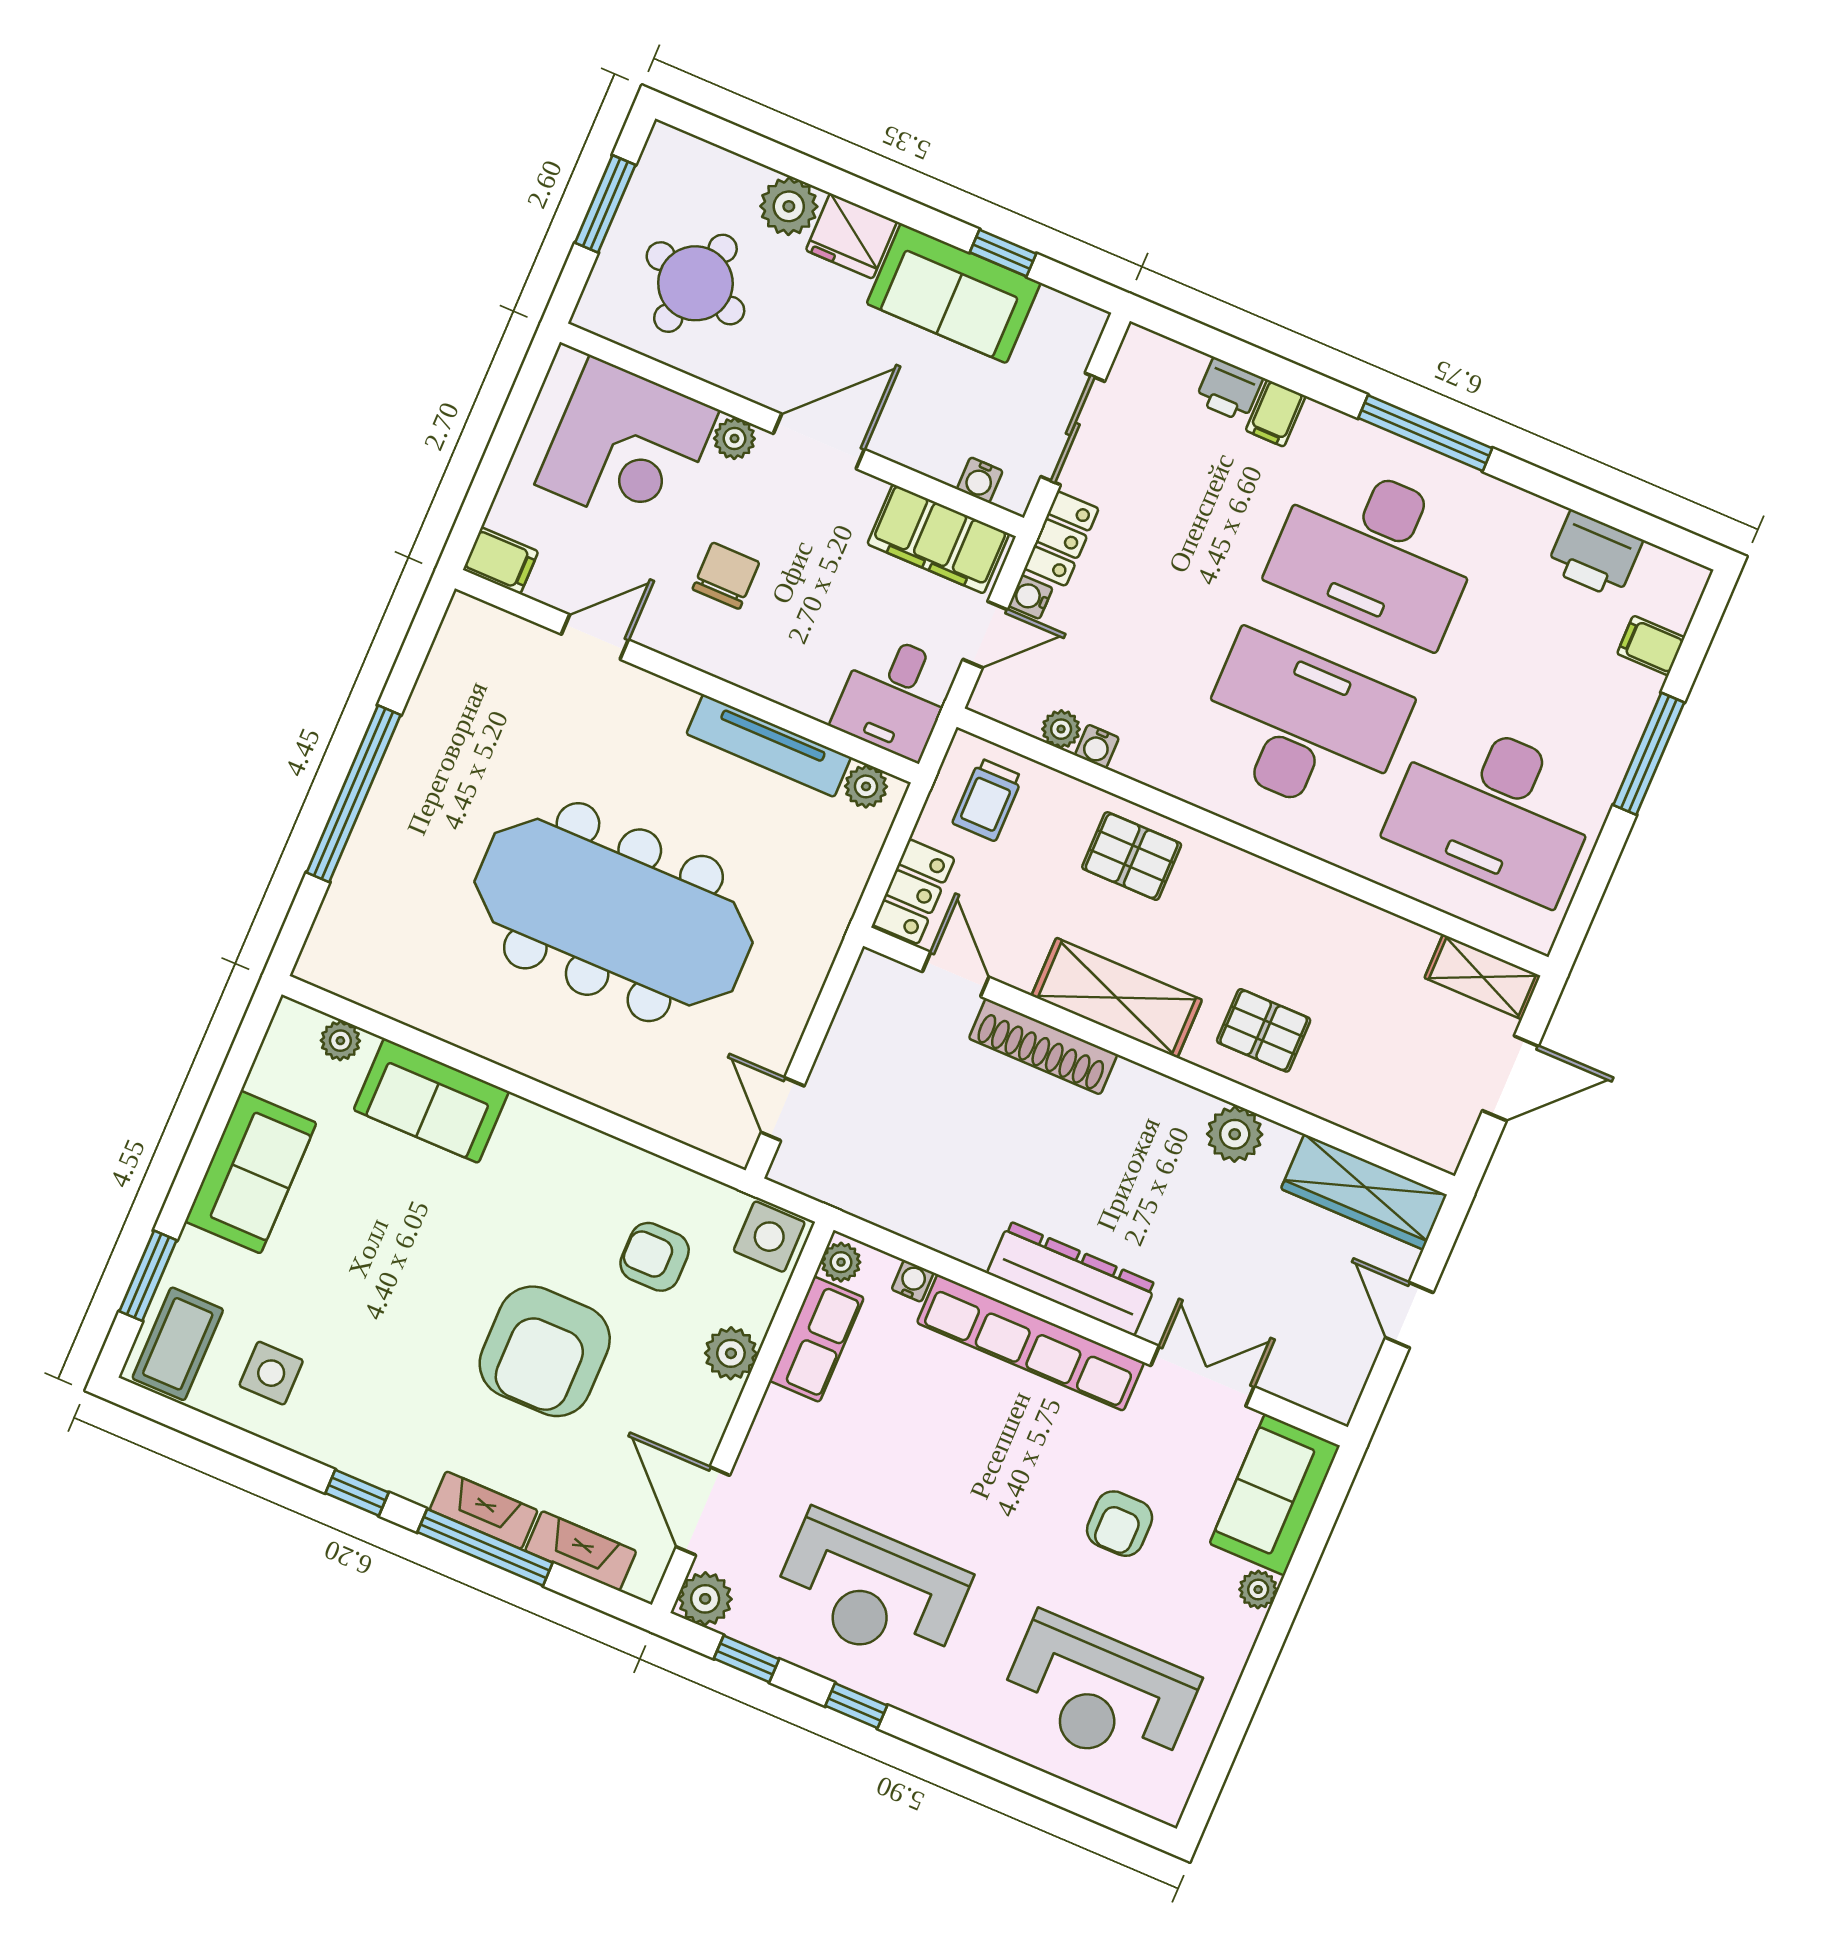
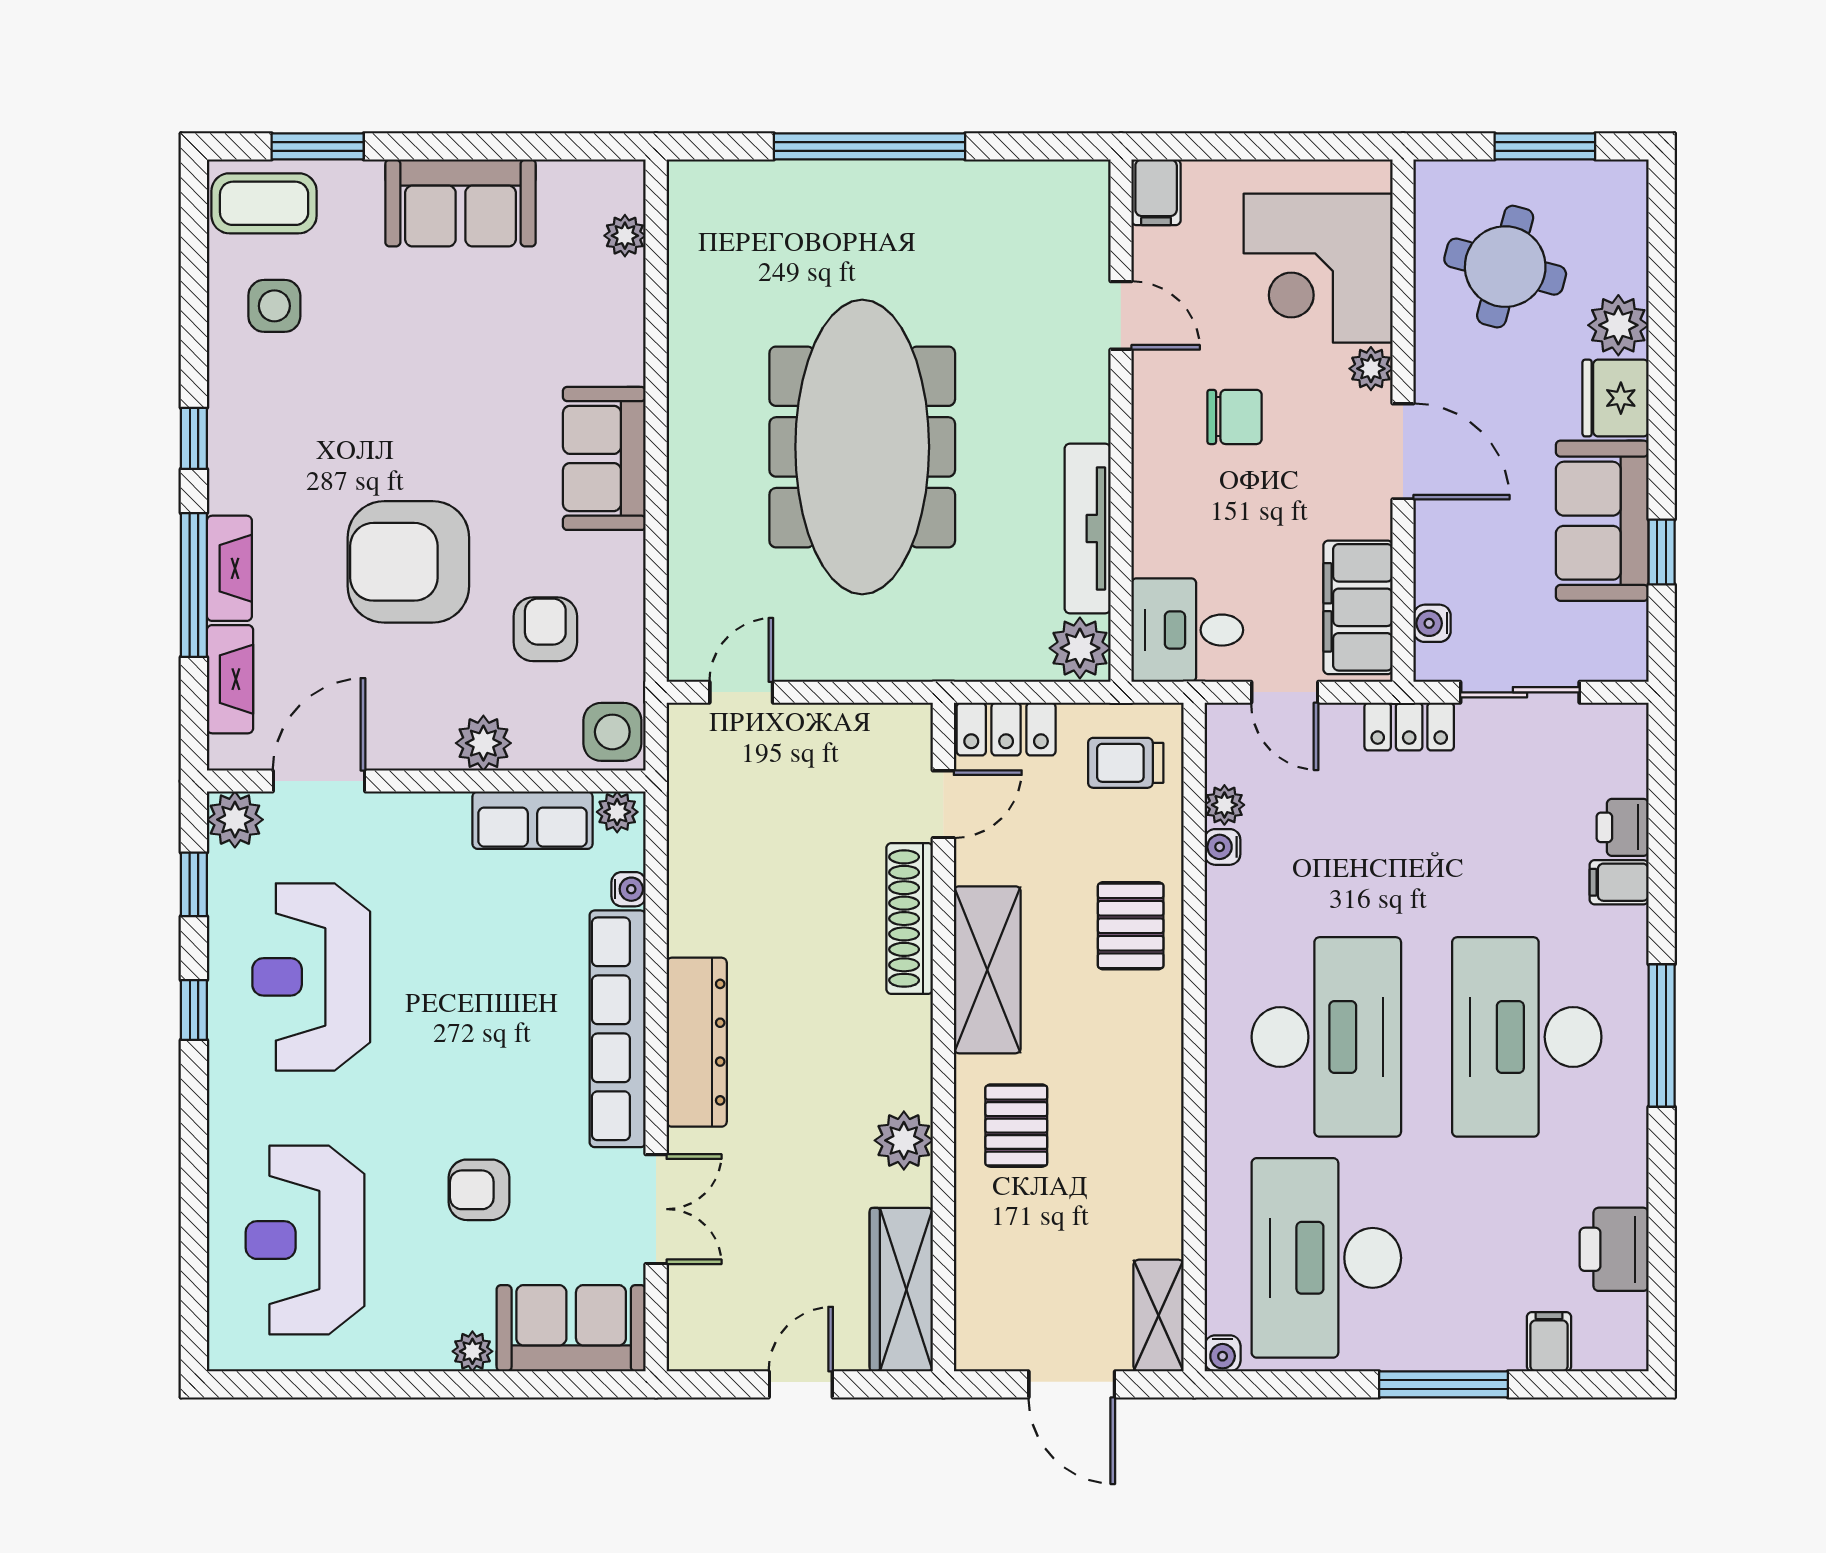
water cooler: (1030, 597) -> (1223, 1353), moved, turned 180
plant: (866, 786) -> (1080, 648), width x1.38, depth x1.38
sofa: (431, 1101) -> (604, 458), moved

